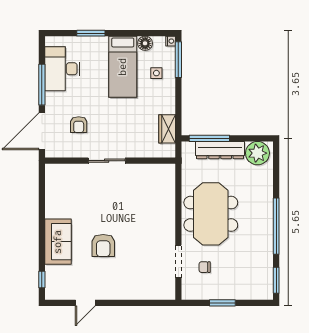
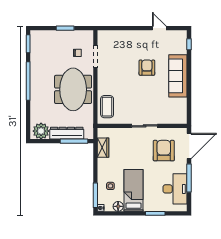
armchair: (79, 125) -> (164, 151), width x1.88, depth x1.88
coffee table: (161, 189) -> (107, 107), added
sofa: (58, 242) -> (178, 76), width x1.36
door: (85, 303) -> (159, 28), hinge flipped

